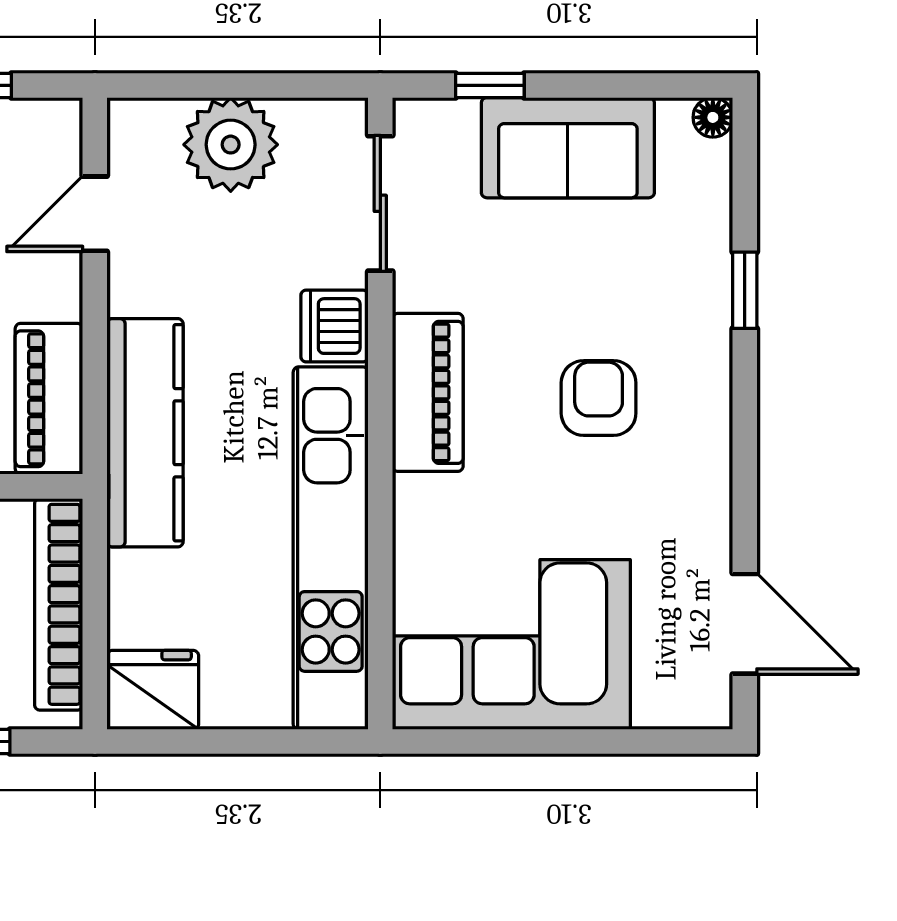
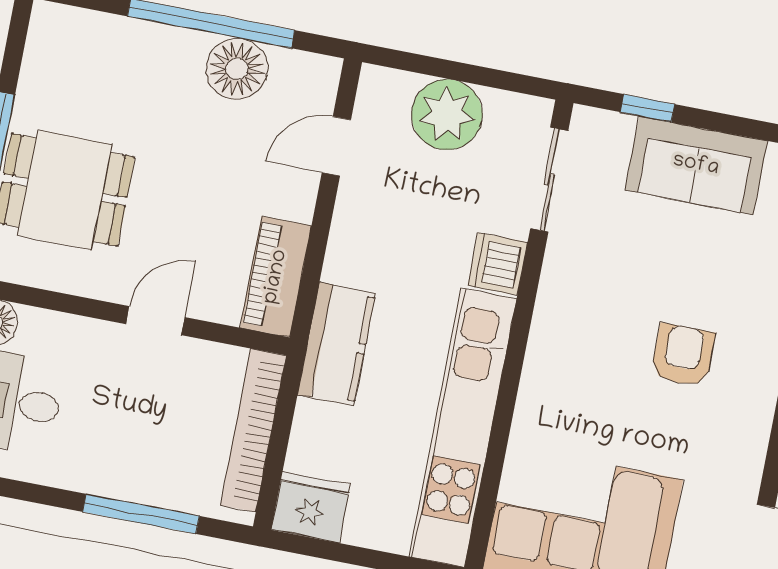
piano: (428, 392) -> (557, 327), removed
kitchen counter: (145, 433) -> (337, 344), width x0.67

